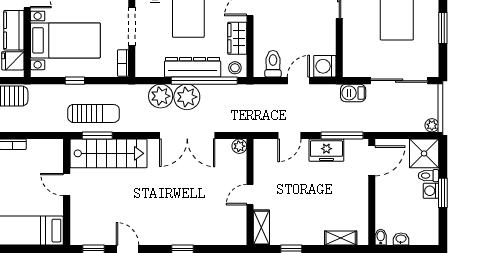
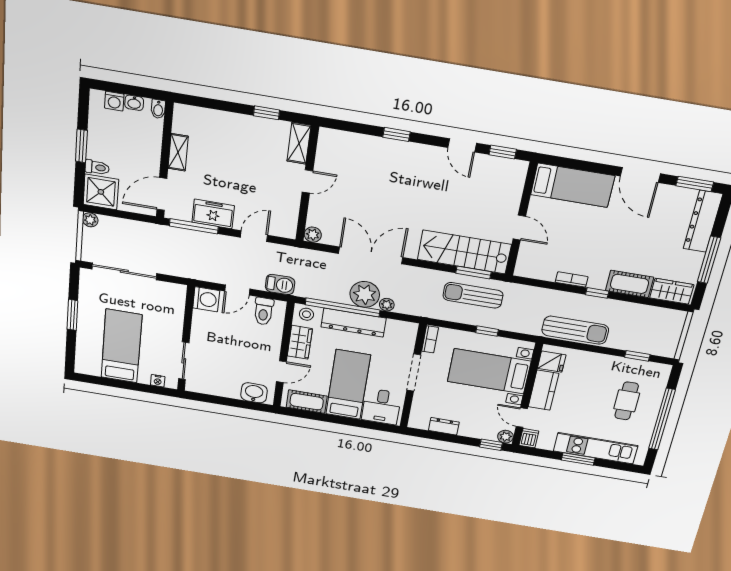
barbecue: (353, 93) -> (280, 285), moved
plant: (161, 96) -> (387, 305), width x0.53, depth x0.53
washing machine: (431, 191) -> (114, 101), moved, turned 90
shelving: (341, 238) -> (178, 152), moved, turned 90

